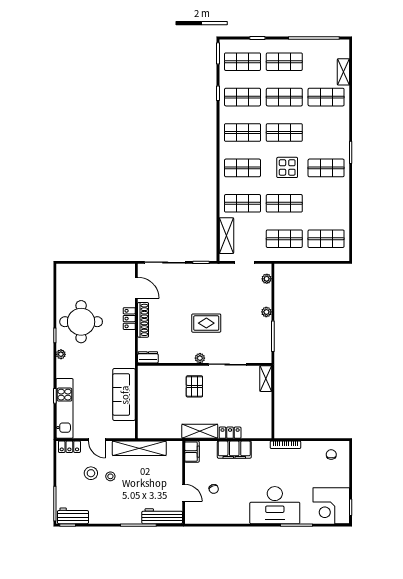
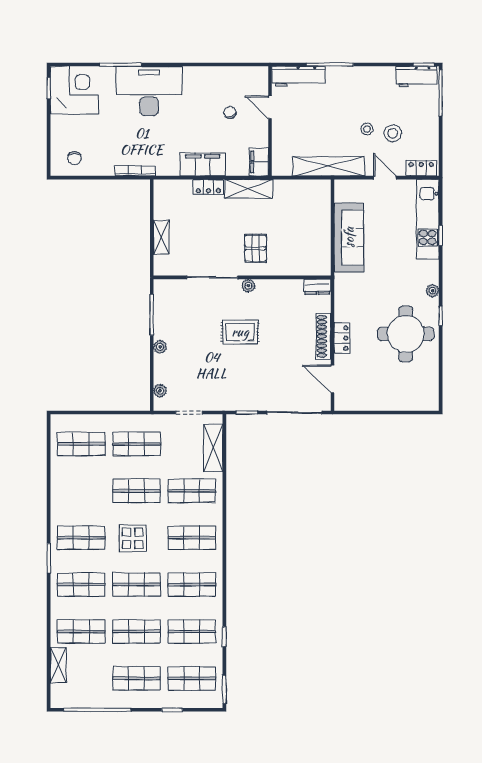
shop shelf: (326, 132) -> (81, 585), added
shelving: (266, 379) -> (161, 237), moved

